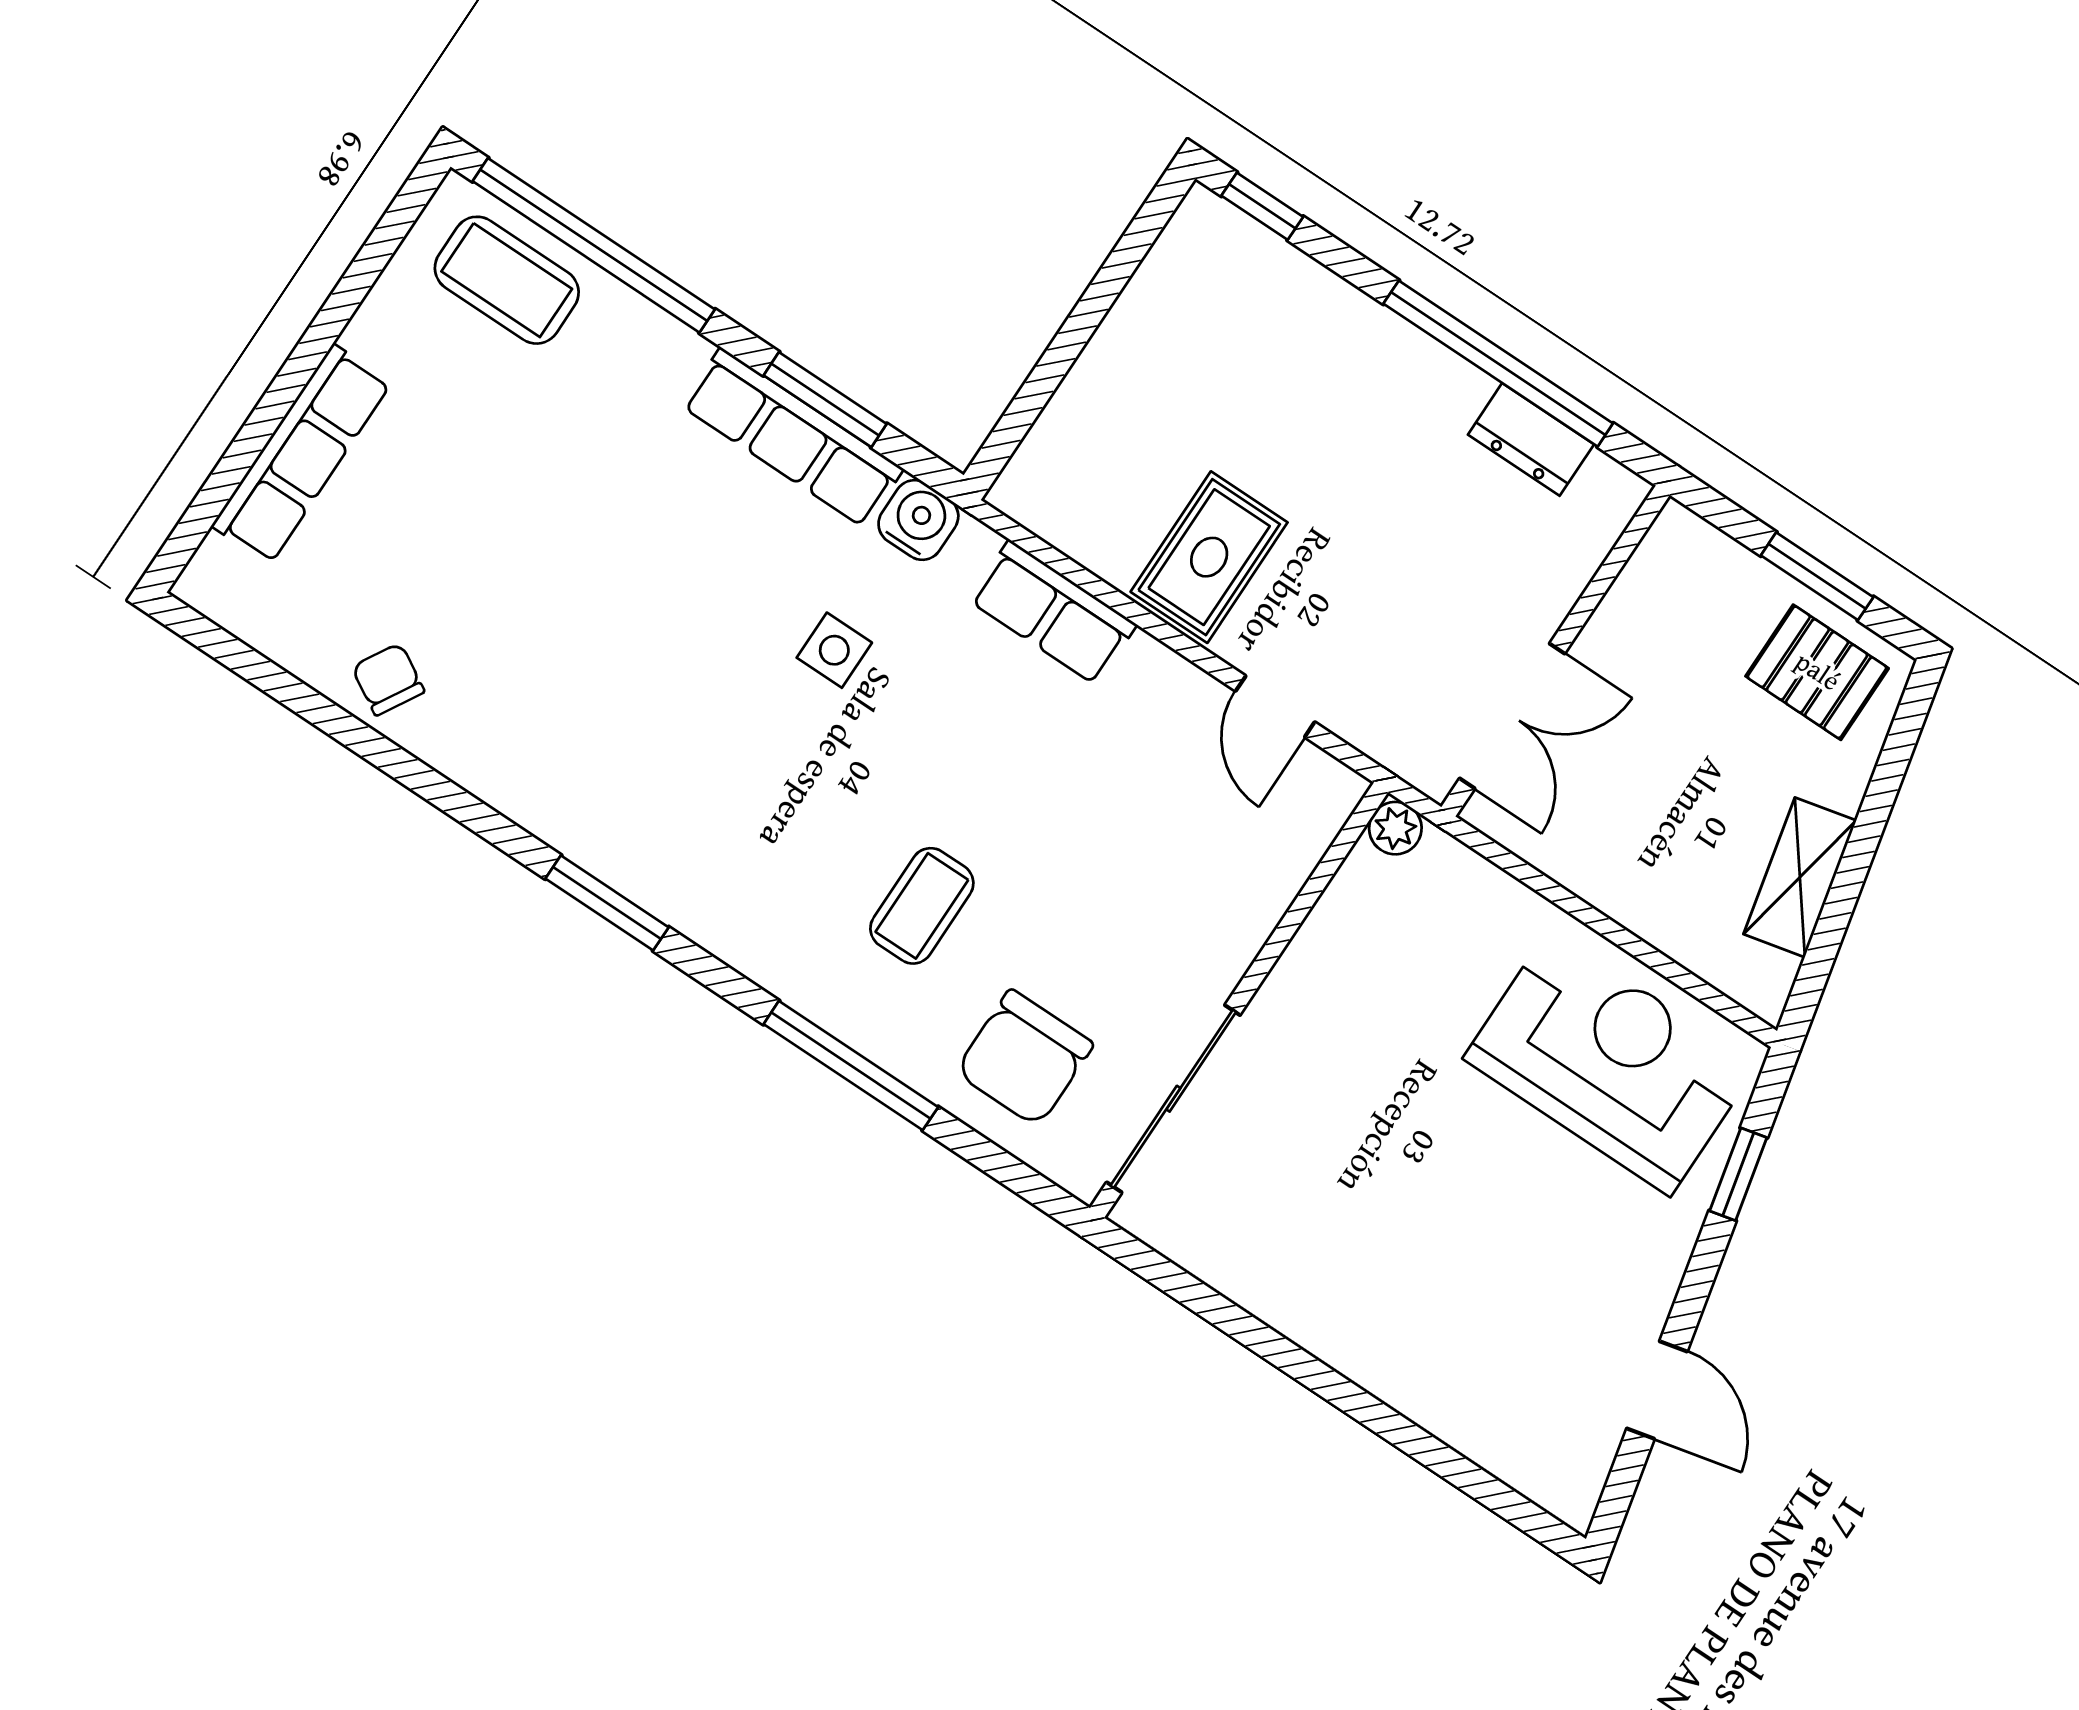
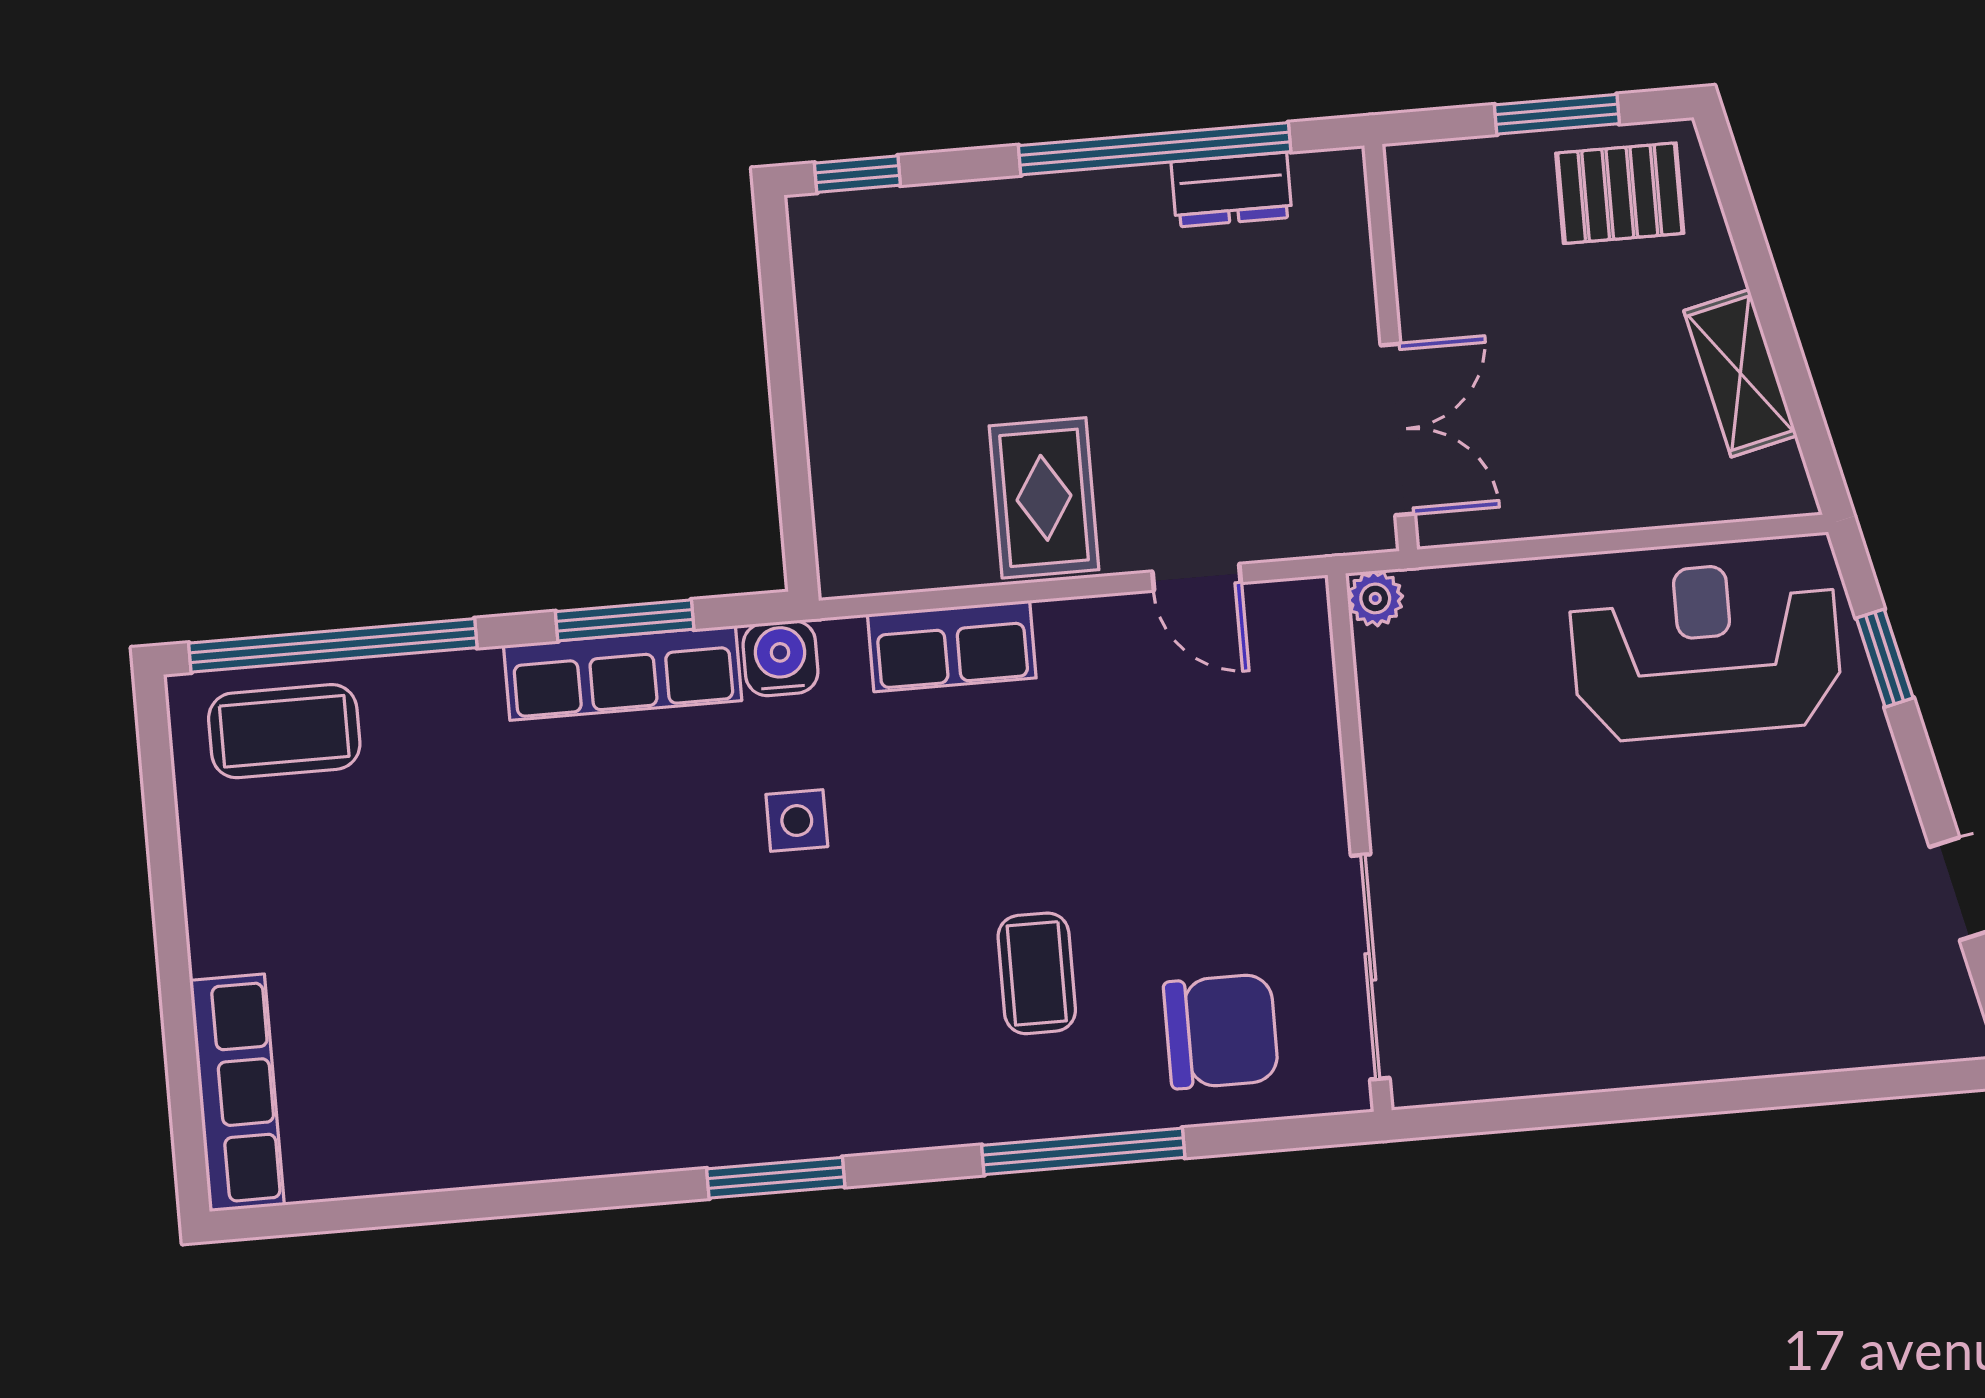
row of seats: (302, 454) -> (237, 1093), moved
chair: (388, 679) -> (449, 1138), removed
chair: (1024, 1058) -> (1221, 1031), turned -90

